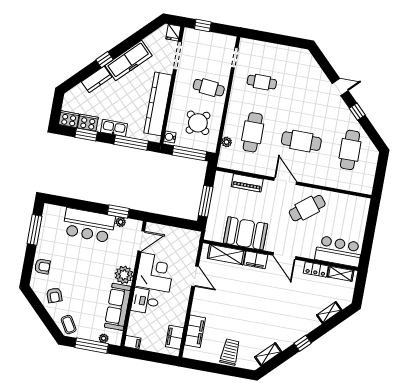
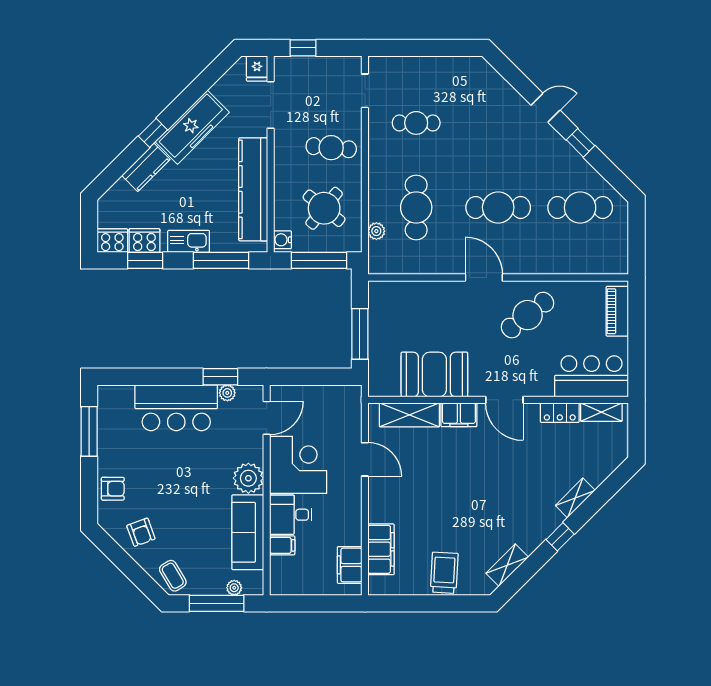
cafe table: (350, 150) -> (580, 207), turned 90
piano: (247, 183) -> (617, 311), moved, turned 90
shelving: (329, 313) -> (575, 498), moved
filing cabinet: (132, 342) -> (282, 545), moved

